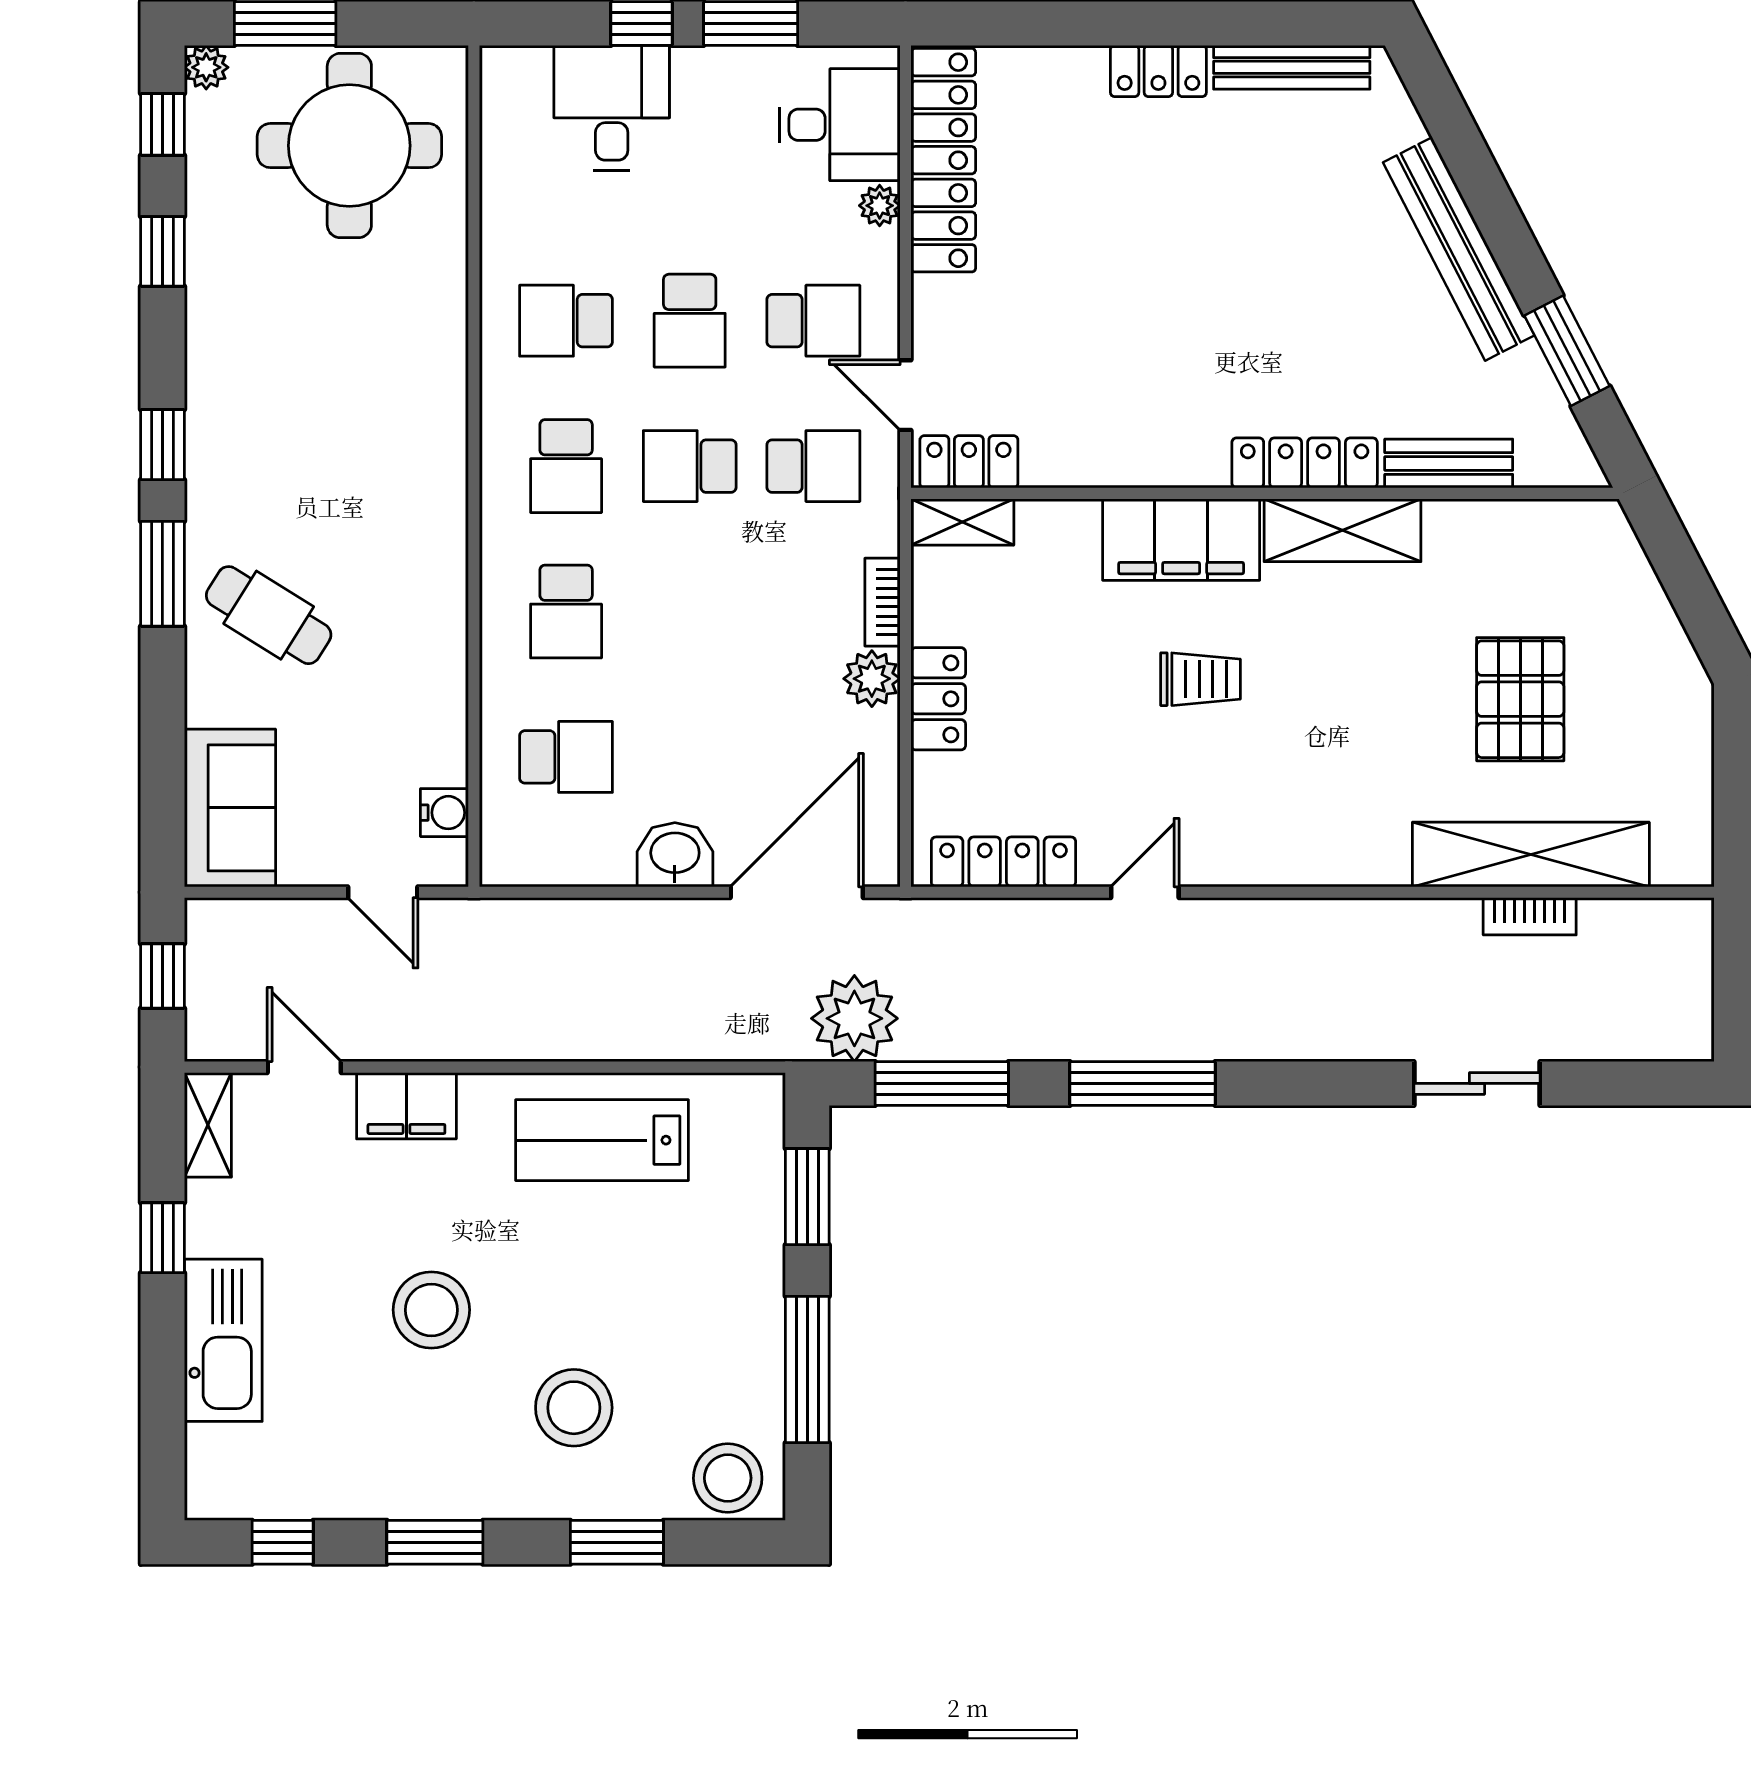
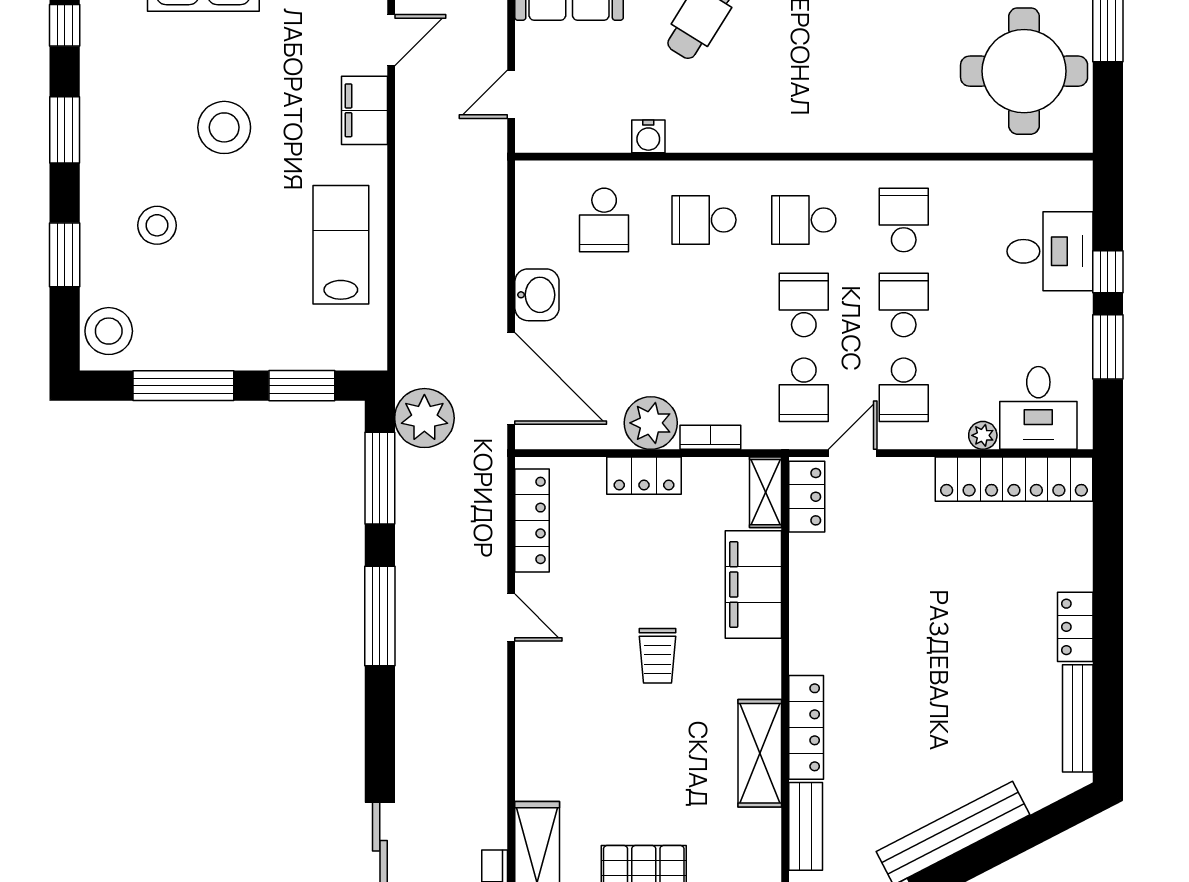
school desk: (690, 321) -> (904, 305), turned 90
filing cabinet: (1181, 540) -> (753, 584), moved
plant: (872, 679) -> (651, 423), width x1.36, depth x1.36
water cooler: (444, 813) -> (648, 136), moved
stool: (574, 1408) -> (157, 225), width x0.73, depth x0.73

